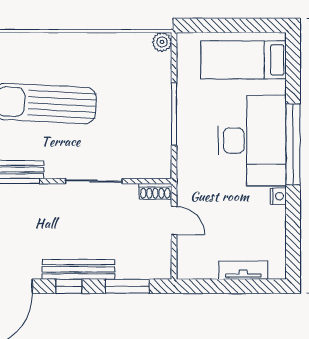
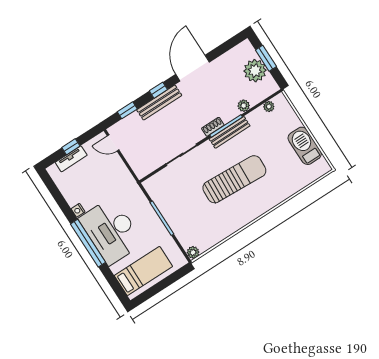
shoe rack: (155, 191) -> (213, 127), moved
door: (174, 221) -> (113, 143), moved
window: (127, 286) -> (127, 110), width x0.67
window: (233, 286) -> (71, 147), added

